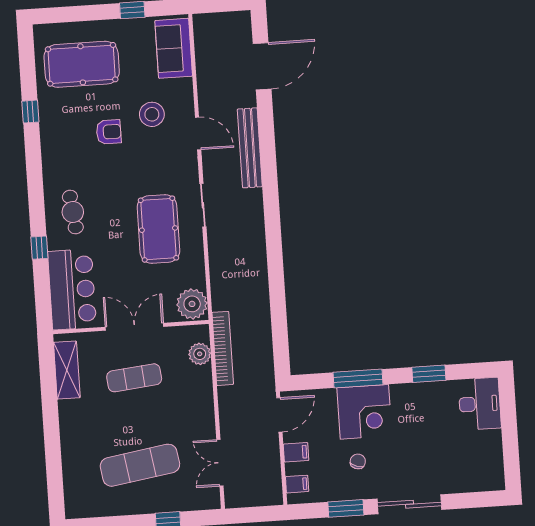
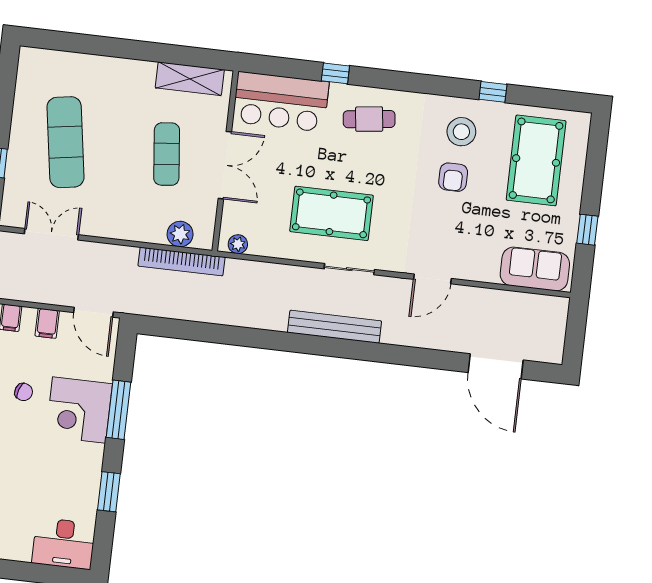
stool: (152, 114) -> (461, 132), moved
bench: (250, 148) -> (334, 327), moved
plant: (192, 304) -> (238, 244), width x0.53, depth x0.53

